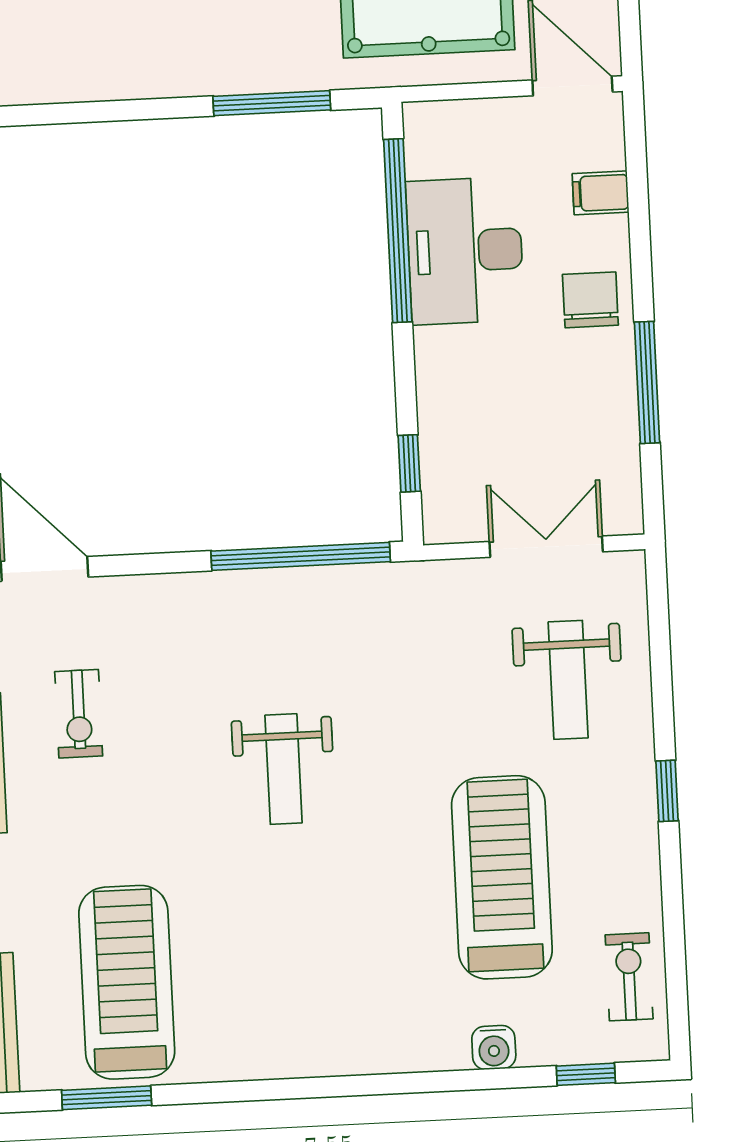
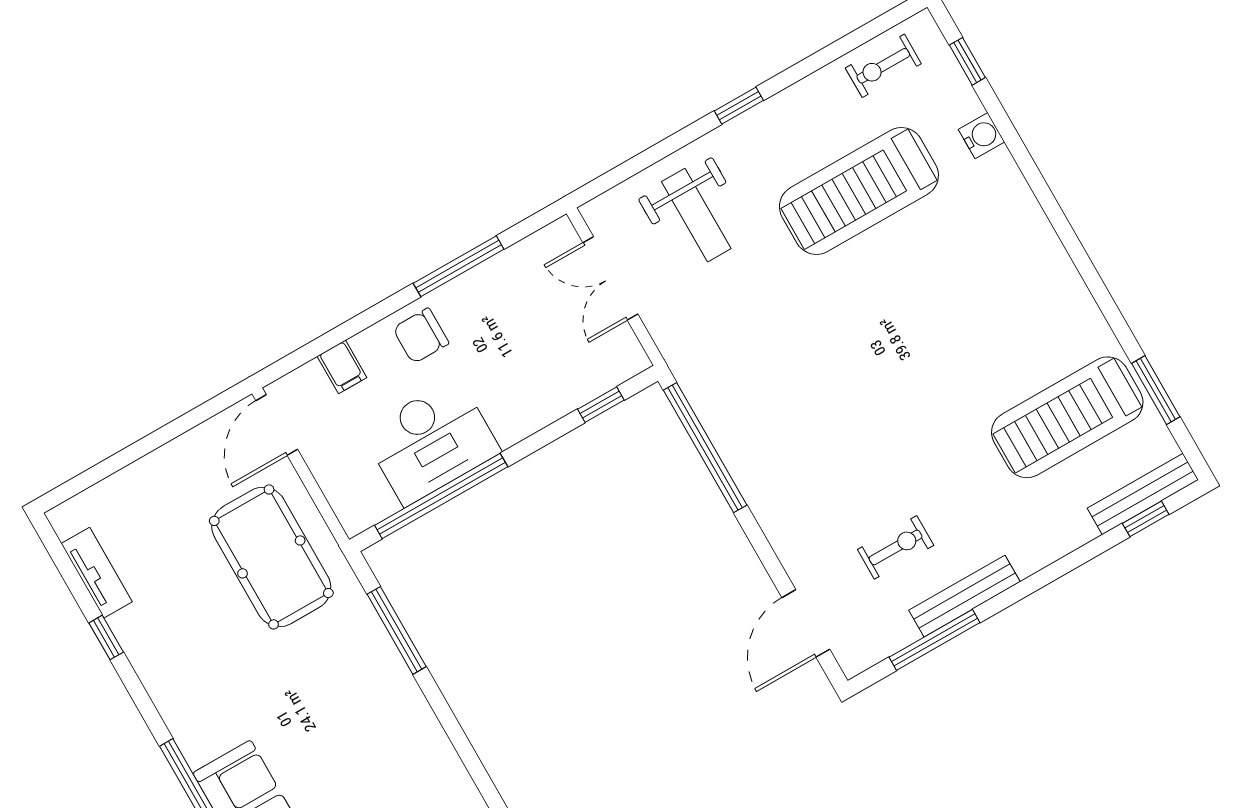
weight bench: (568, 680) -> (696, 215), turned 90
weight bench: (284, 769) -> (861, 383), removed

